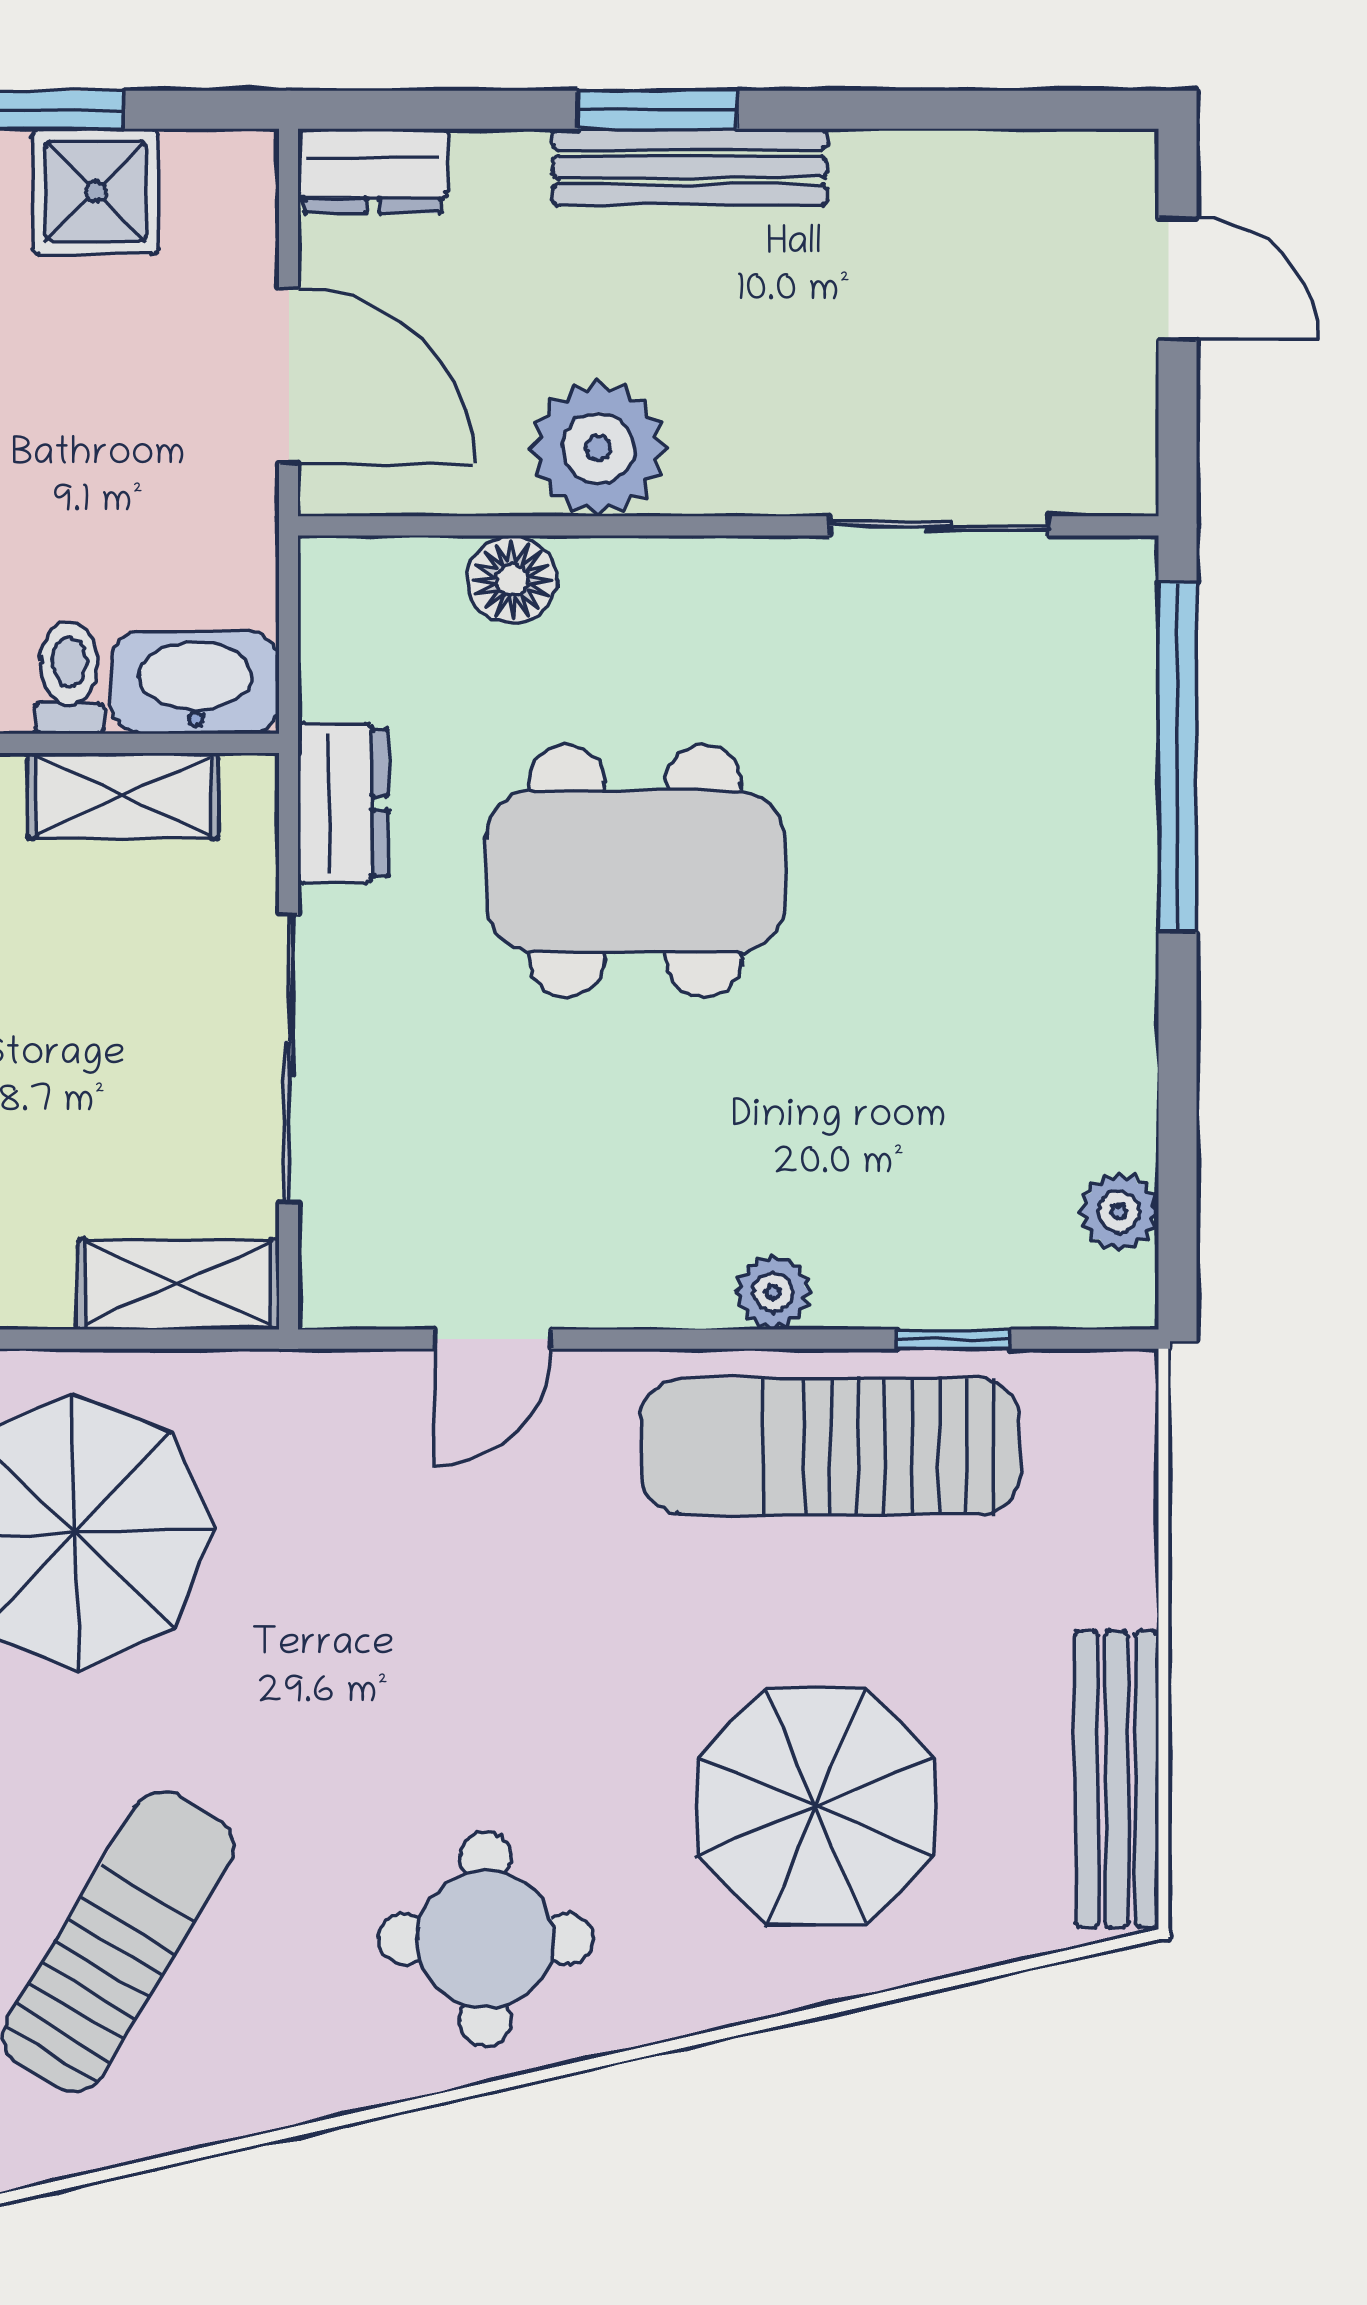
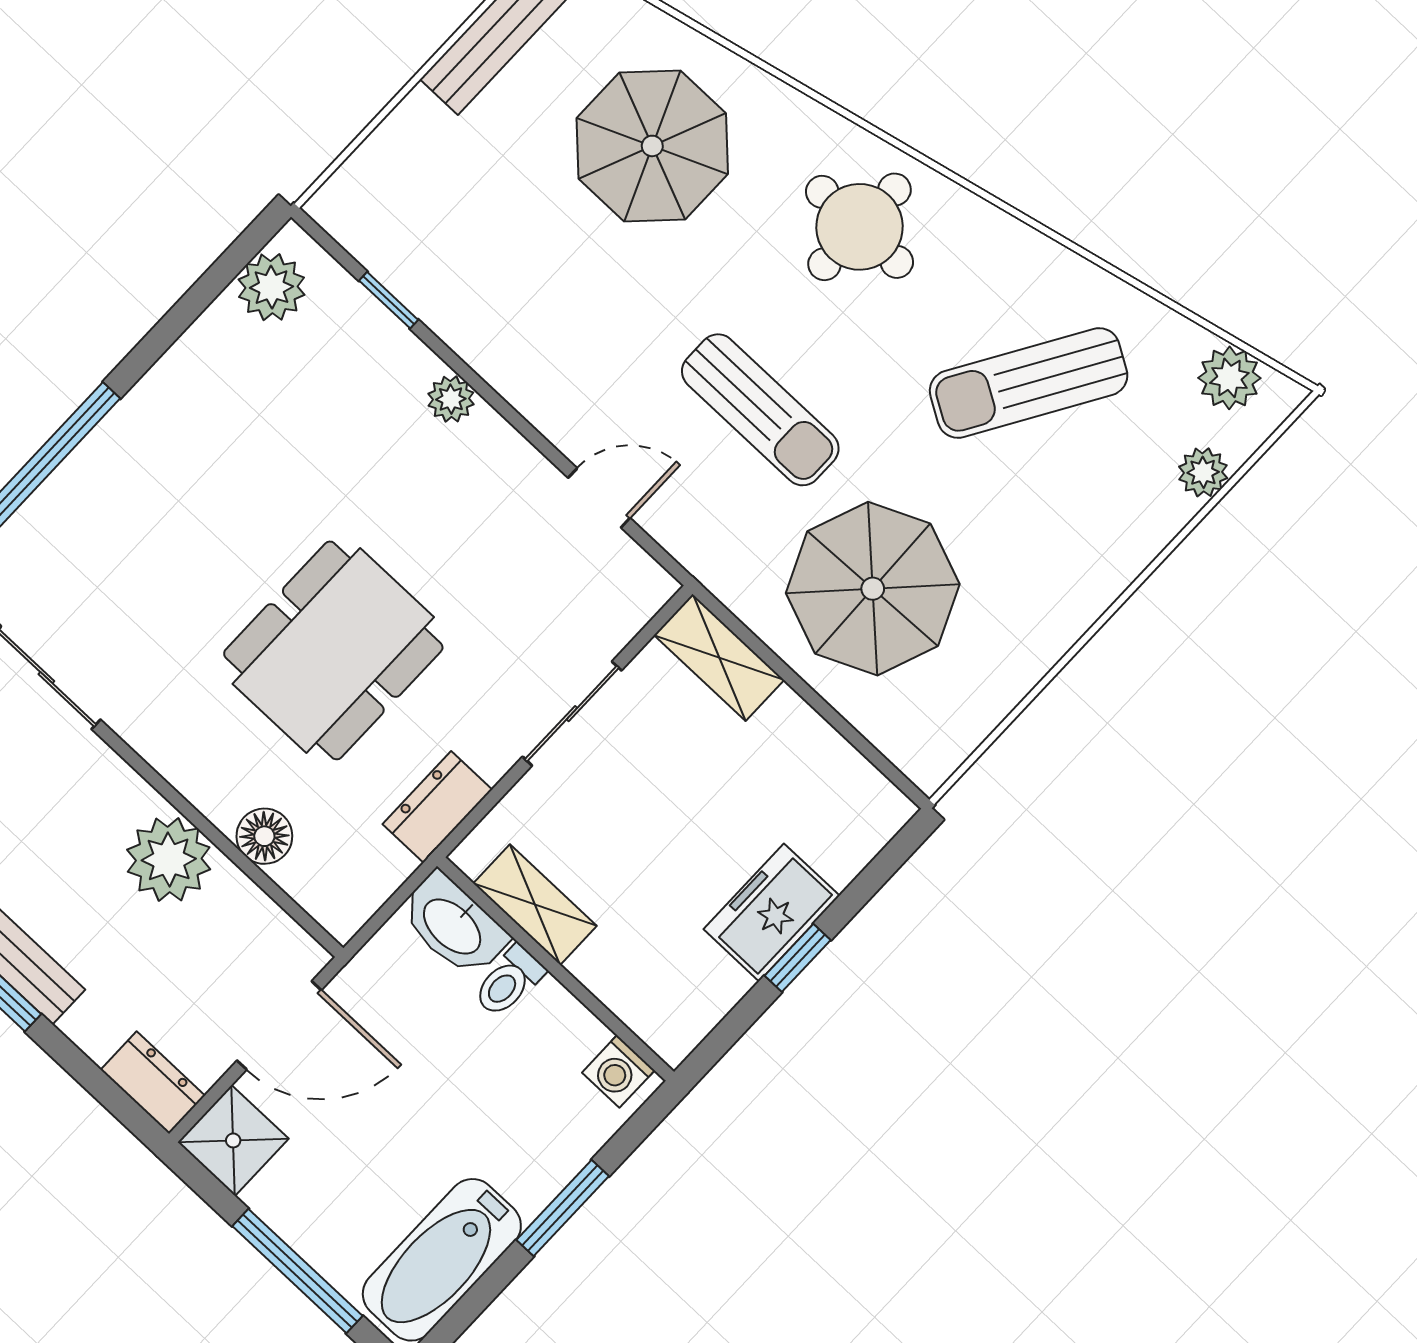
shower: (96, 191) -> (233, 1140), moved
door: (289, 376) -> (279, 1025), swing flipped
dining table: (635, 871) -> (333, 650), turned 90
sliding door: (289, 1058) -> (572, 714), width x0.73
plant: (1119, 1211) -> (271, 287), width x1.38, depth x1.38
sun lounger: (831, 1446) -> (760, 410), moved, width x0.73, depth x0.75

